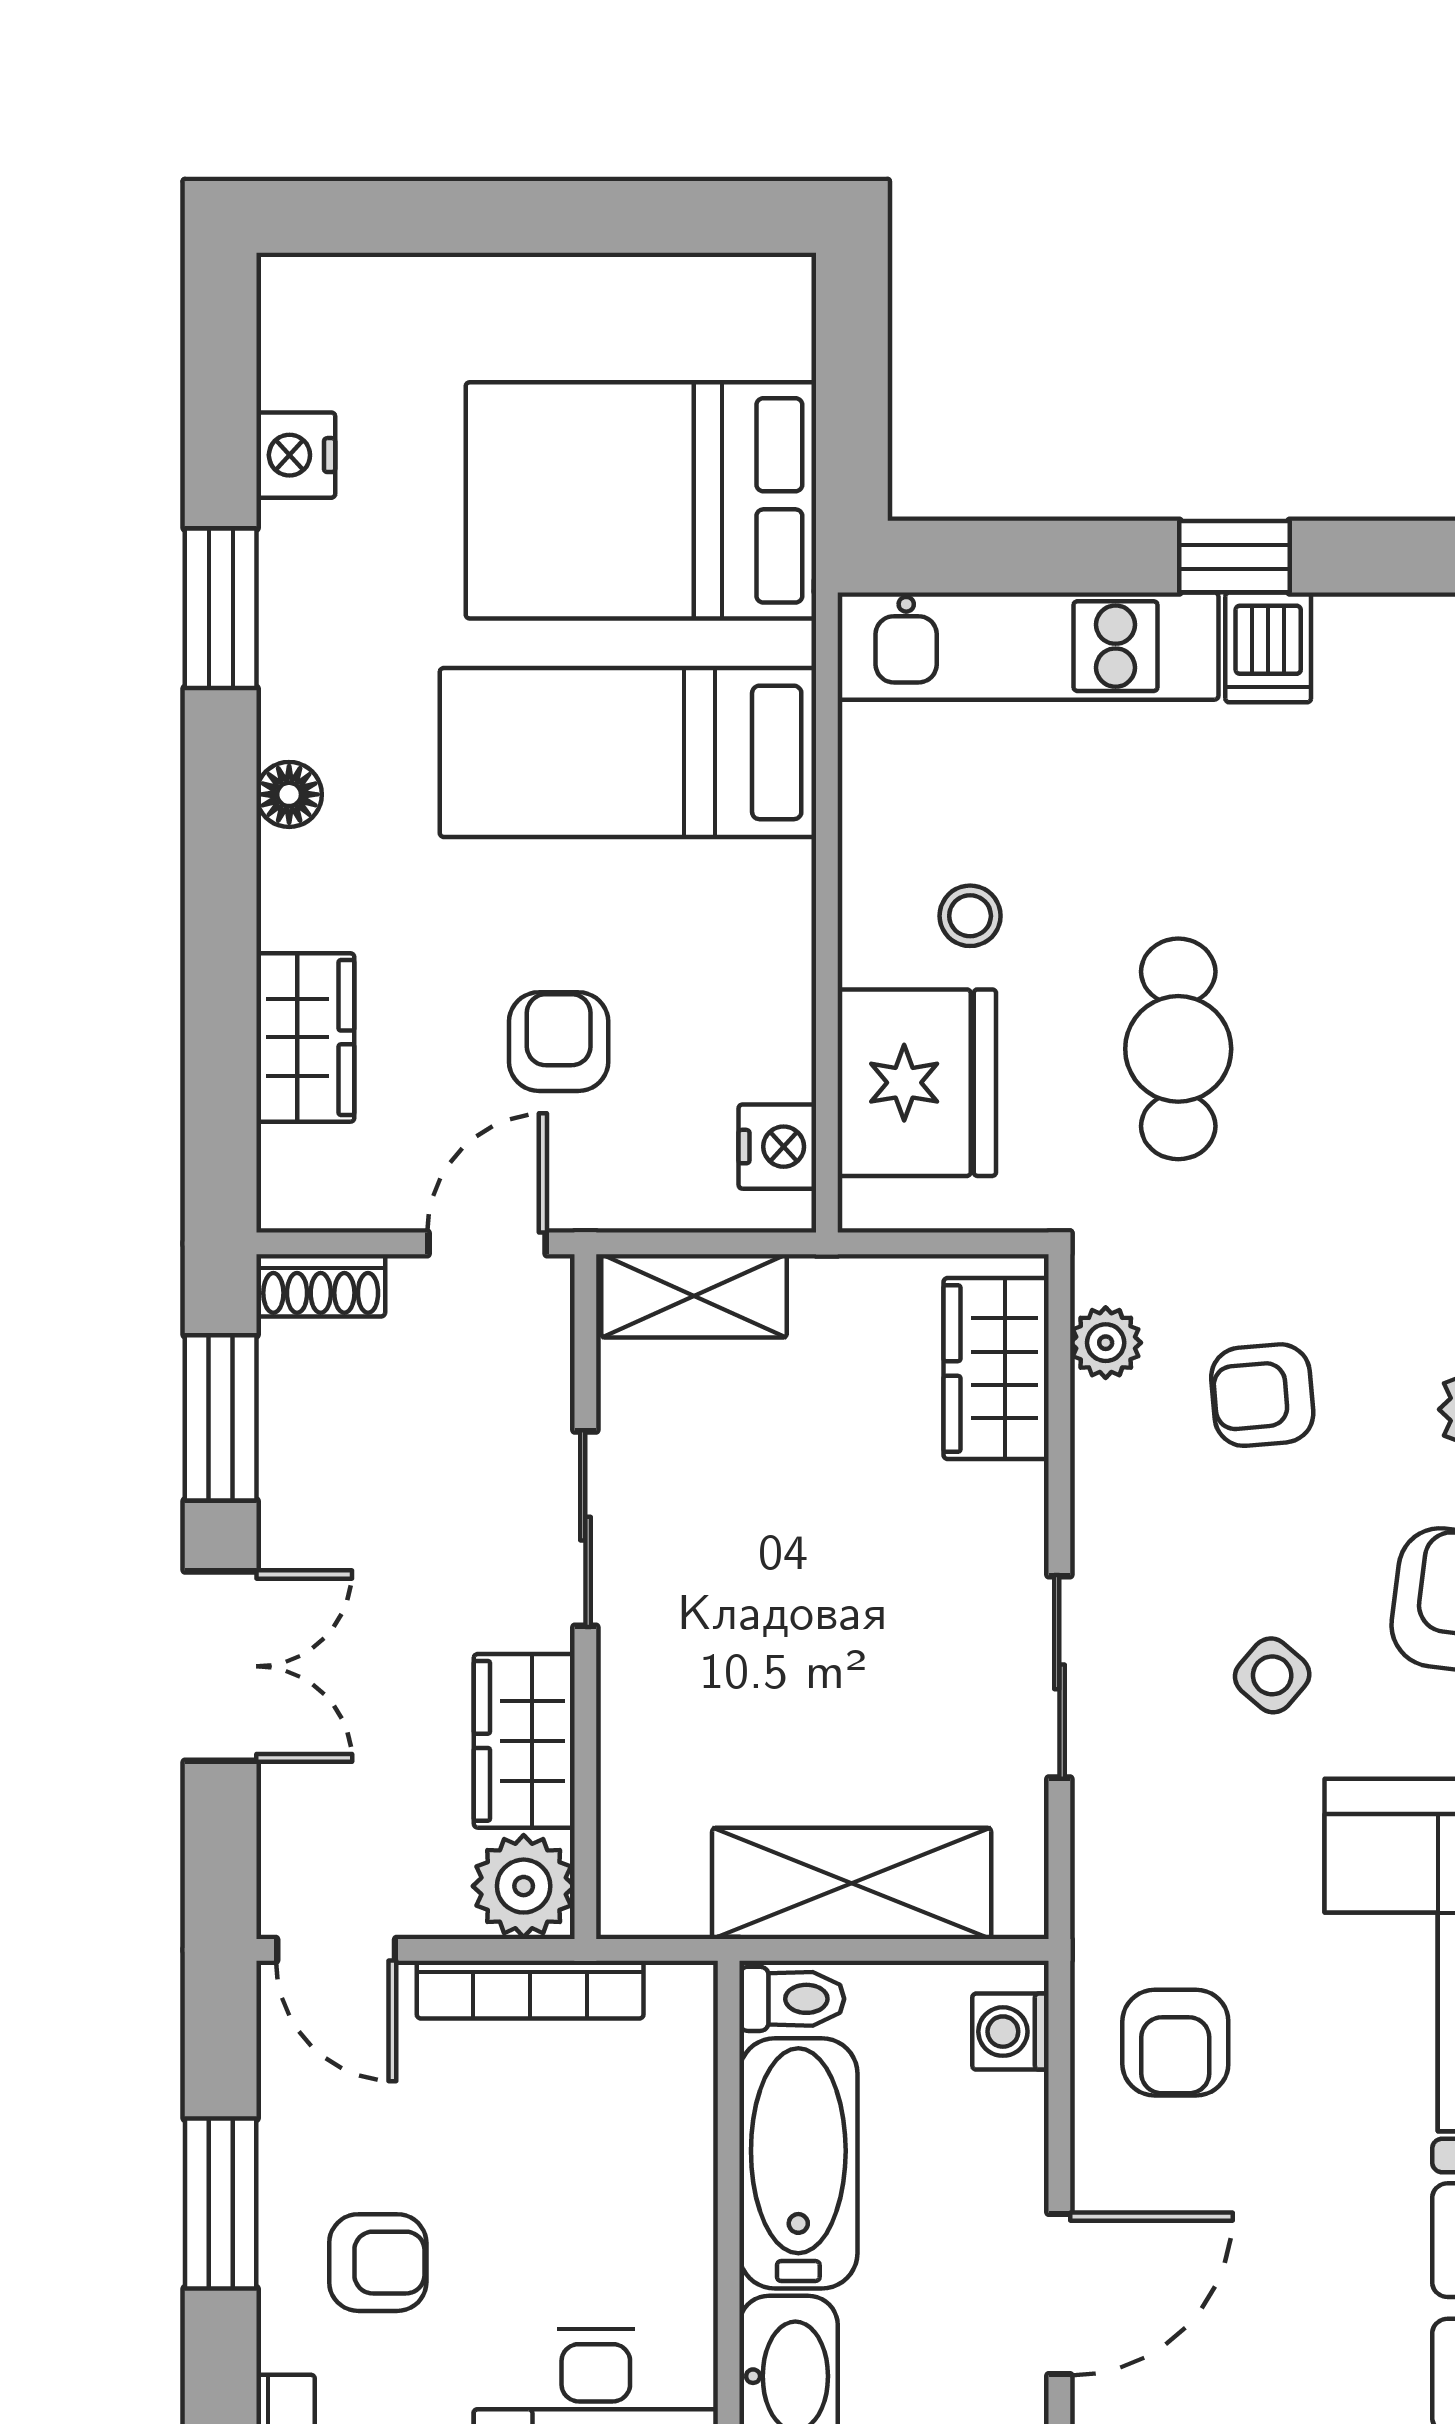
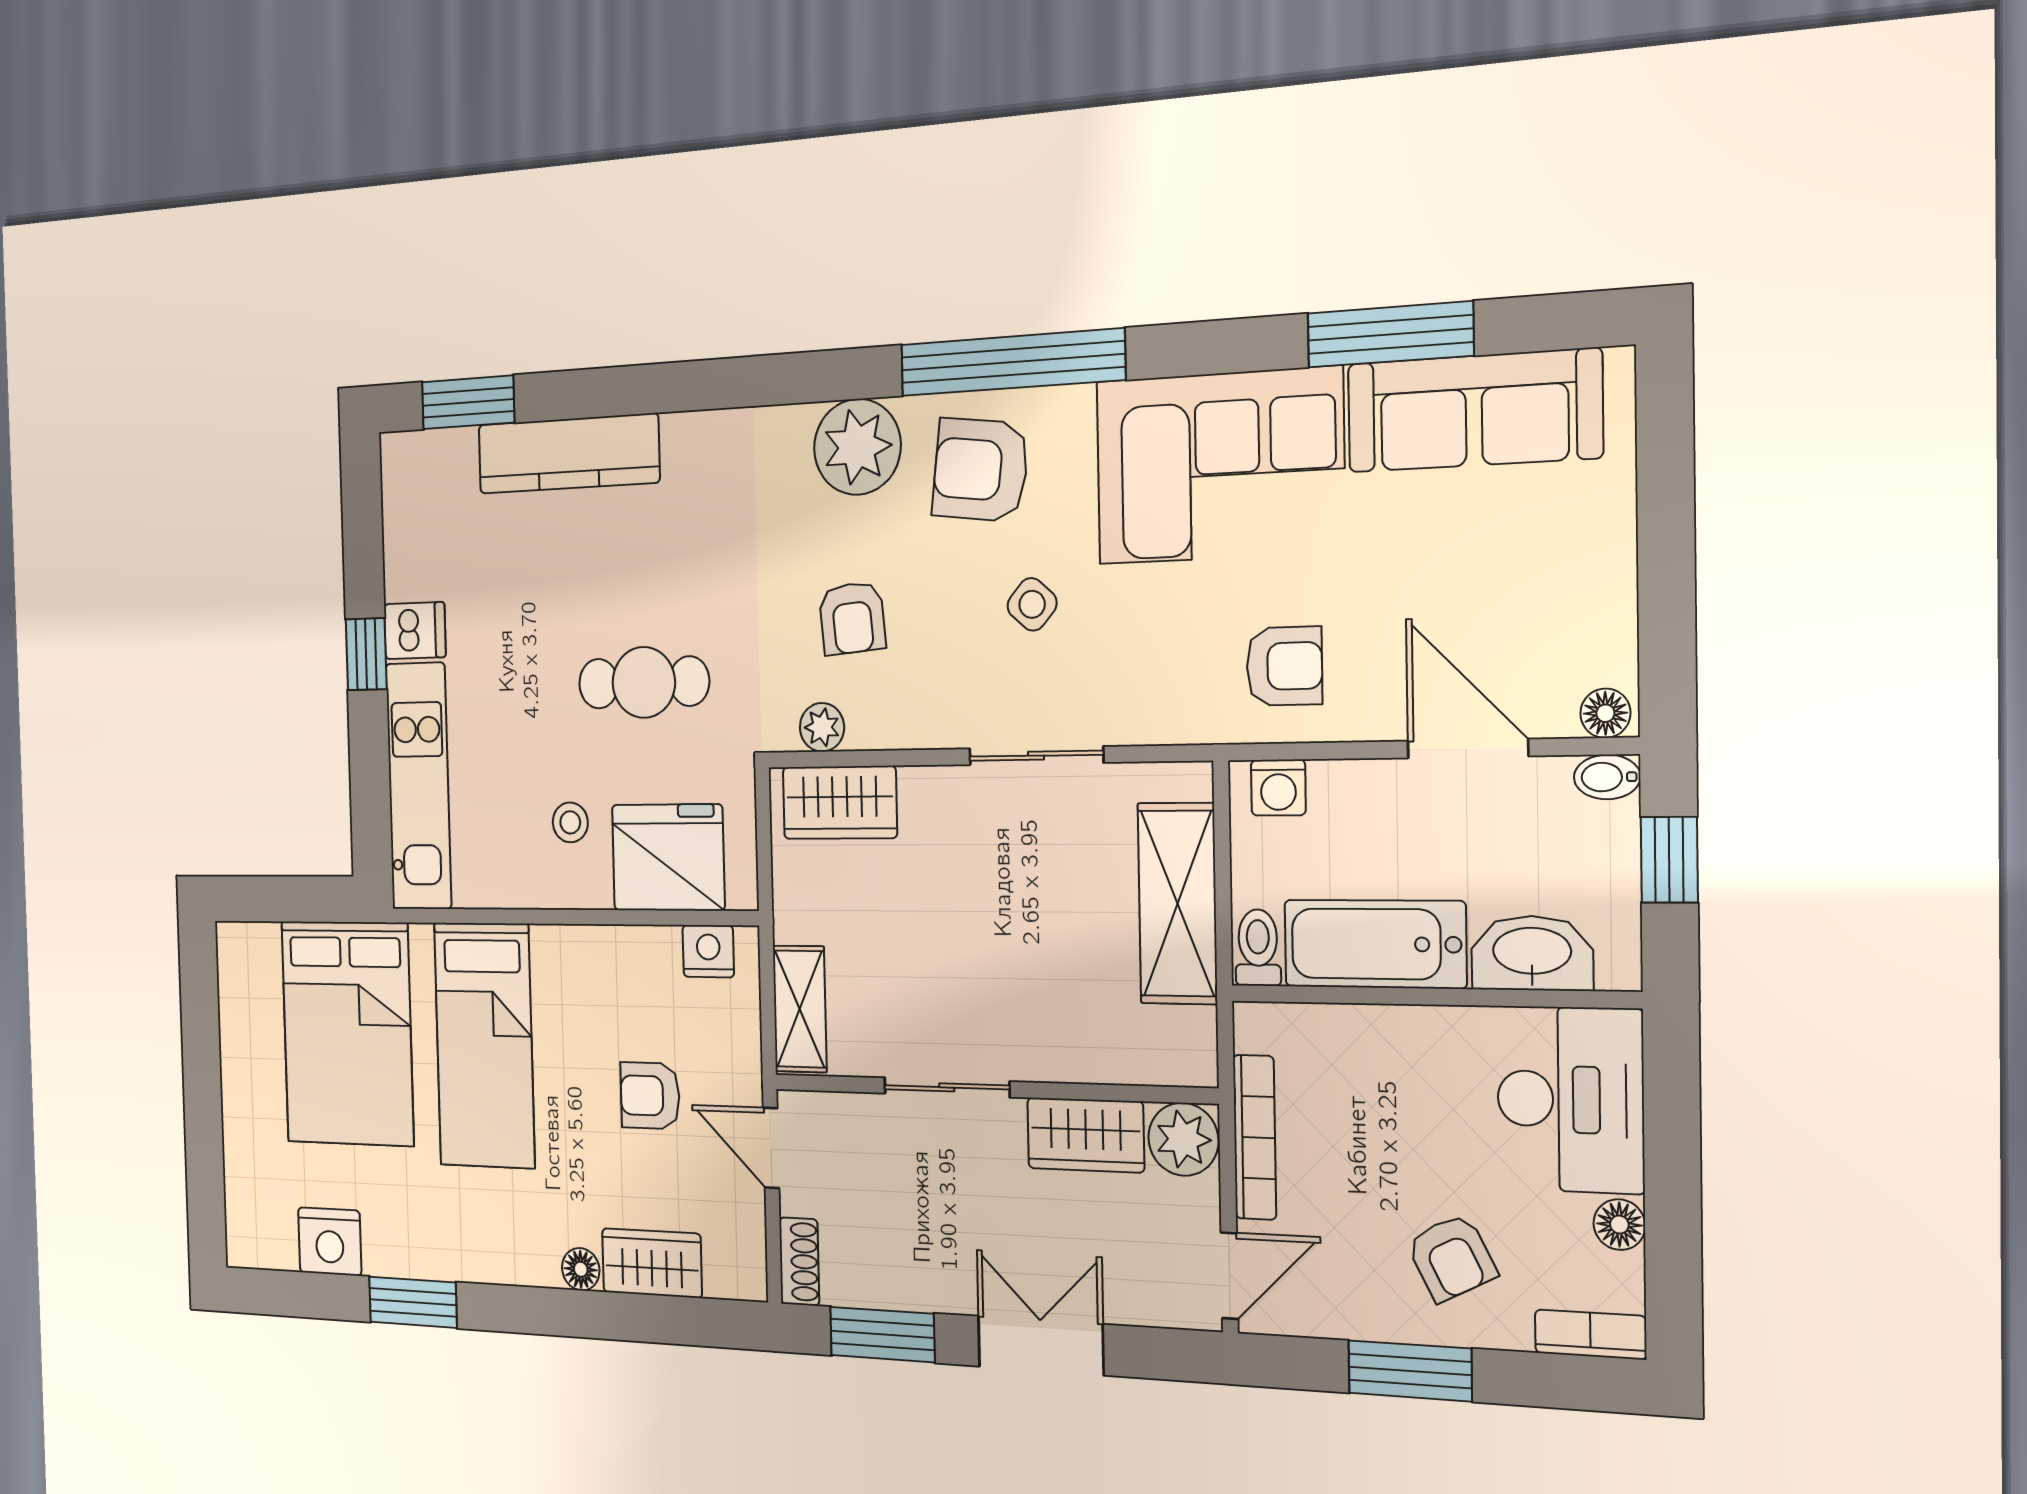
nightstand: (296, 455) -> (330, 1241), width x1.36, depth x1.33
floor lamp: (289, 794) -> (581, 1269), moved
armchair: (378, 2263) -> (1451, 1258), turned 153

